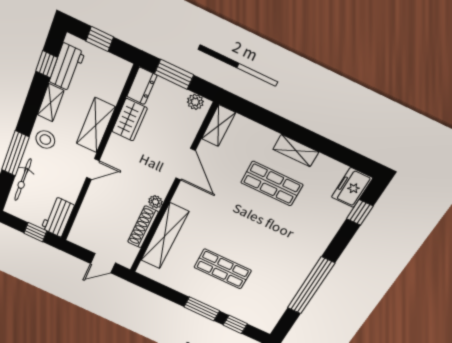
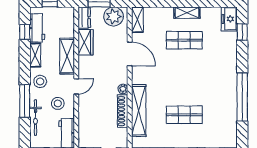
plant: (195, 102) -> (114, 17), width x1.88, depth x1.88
stool: (59, 177) -> (58, 103), added

